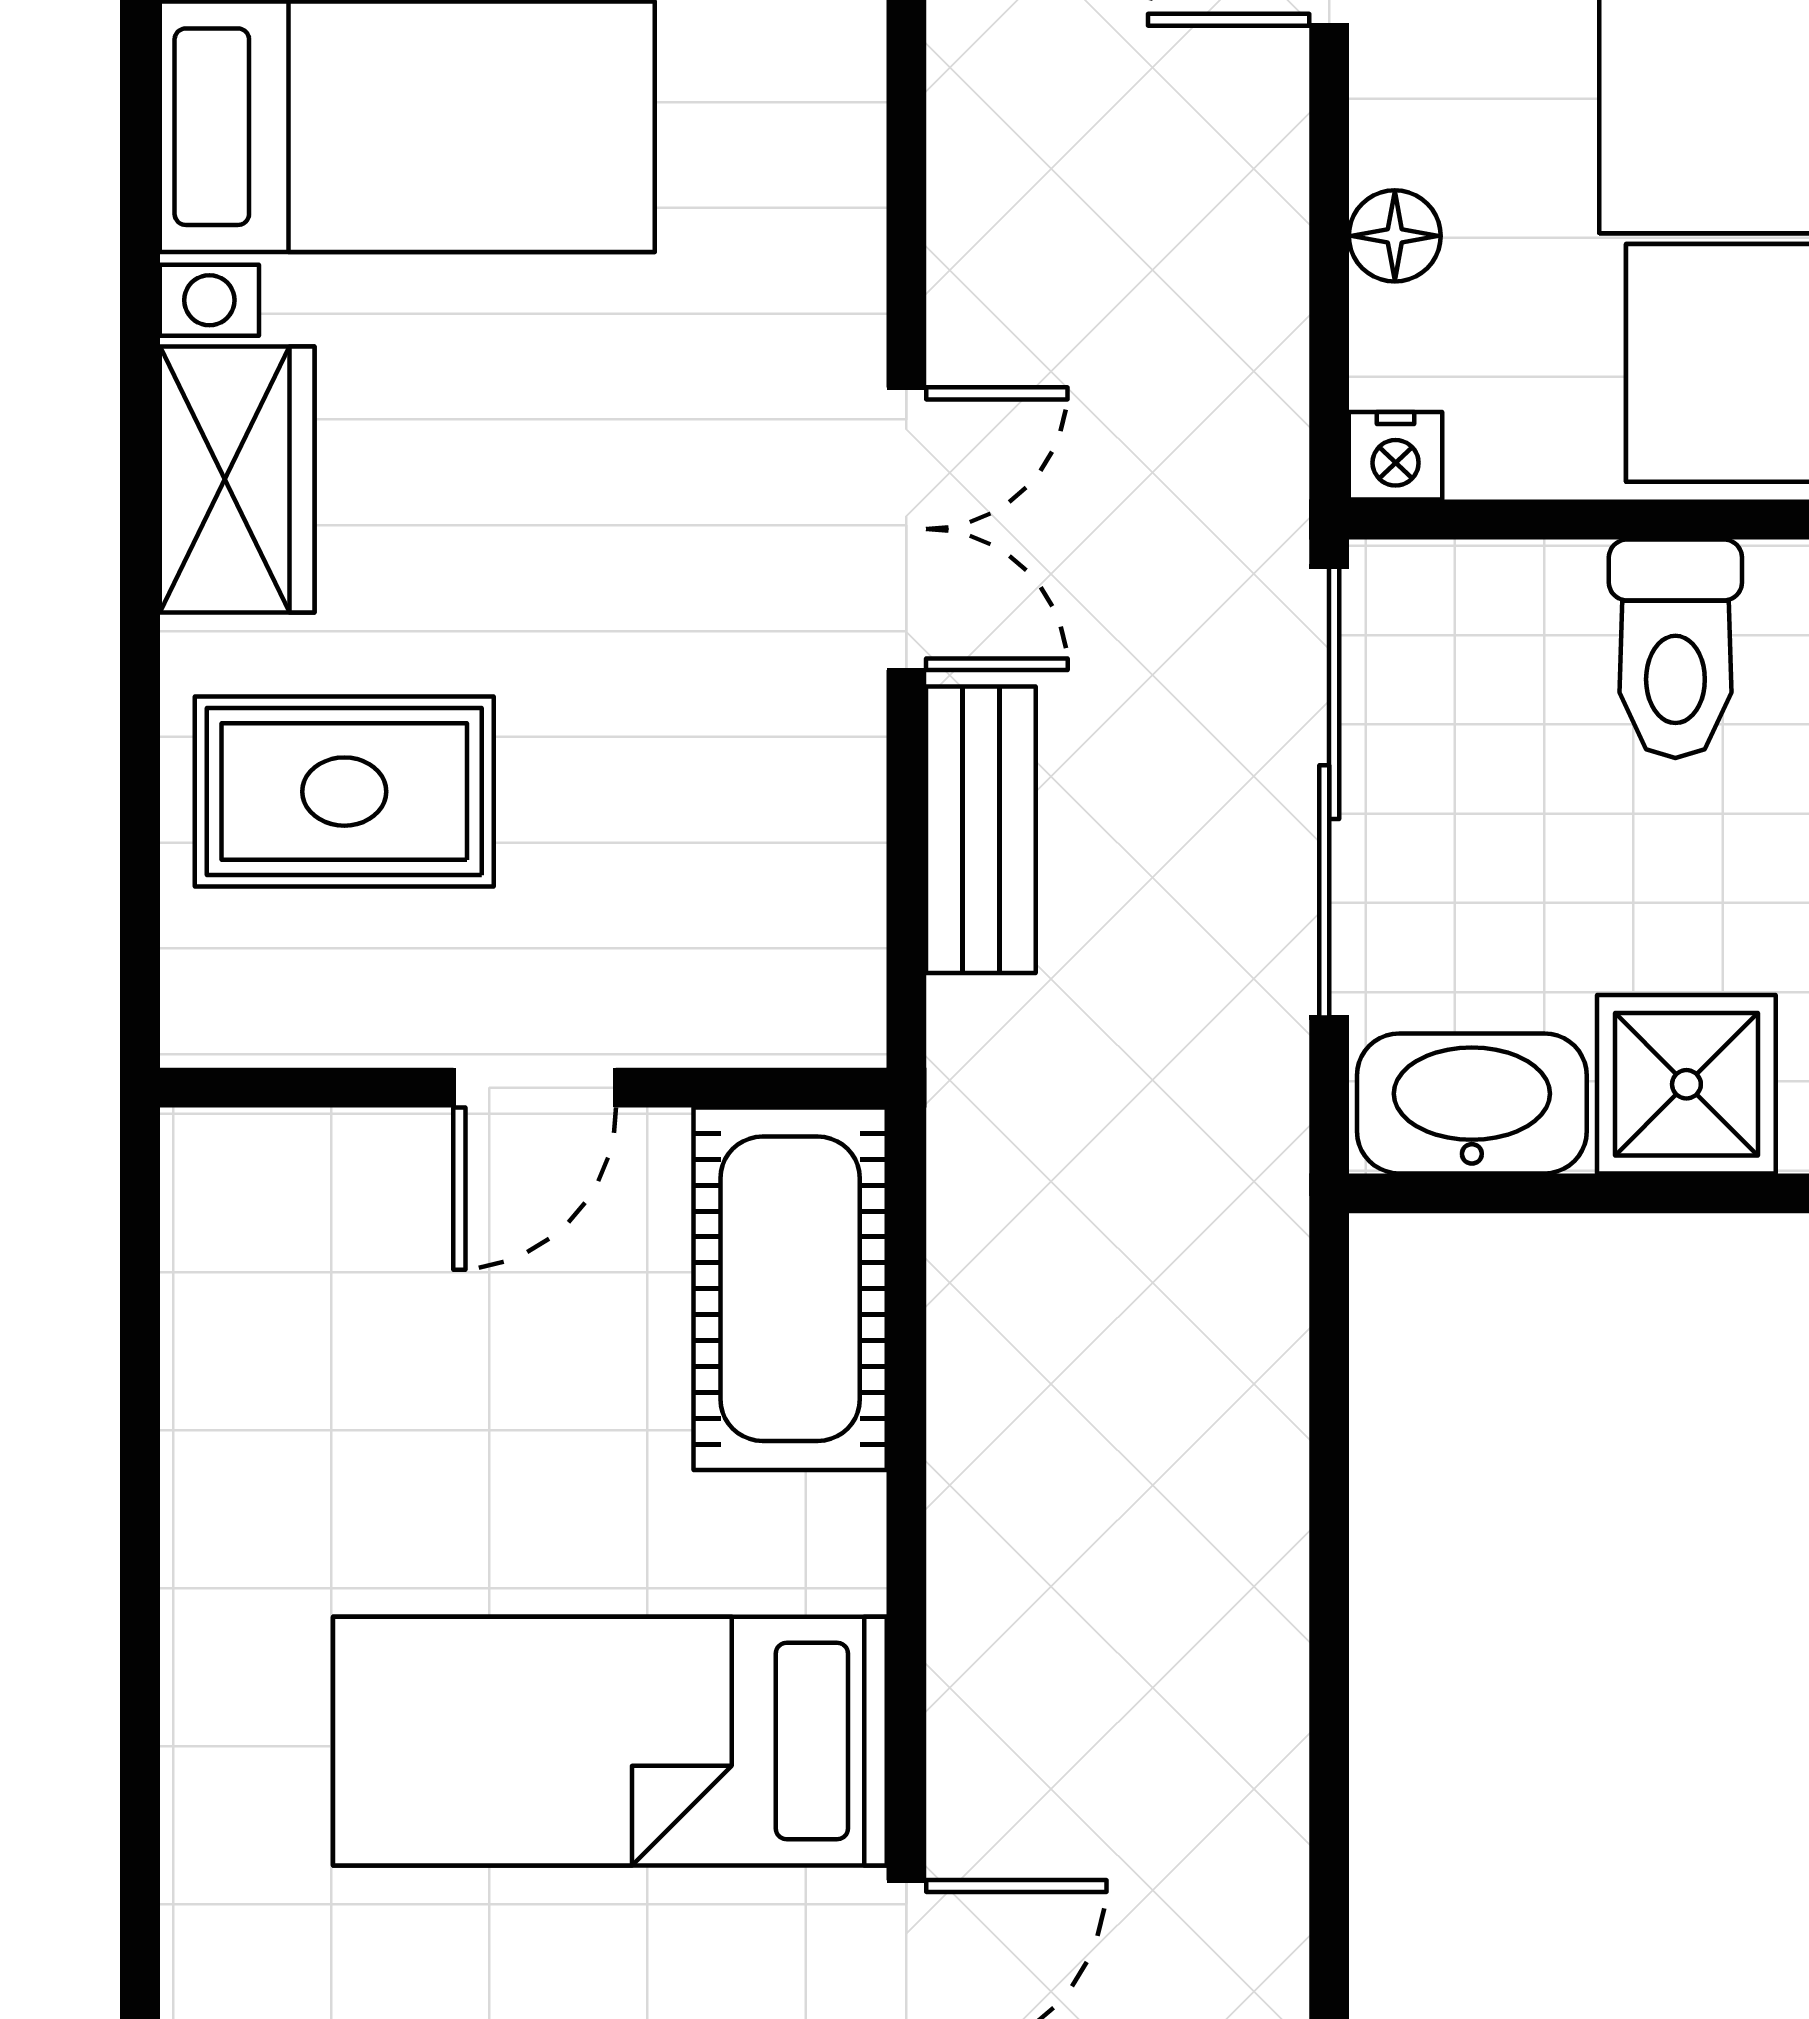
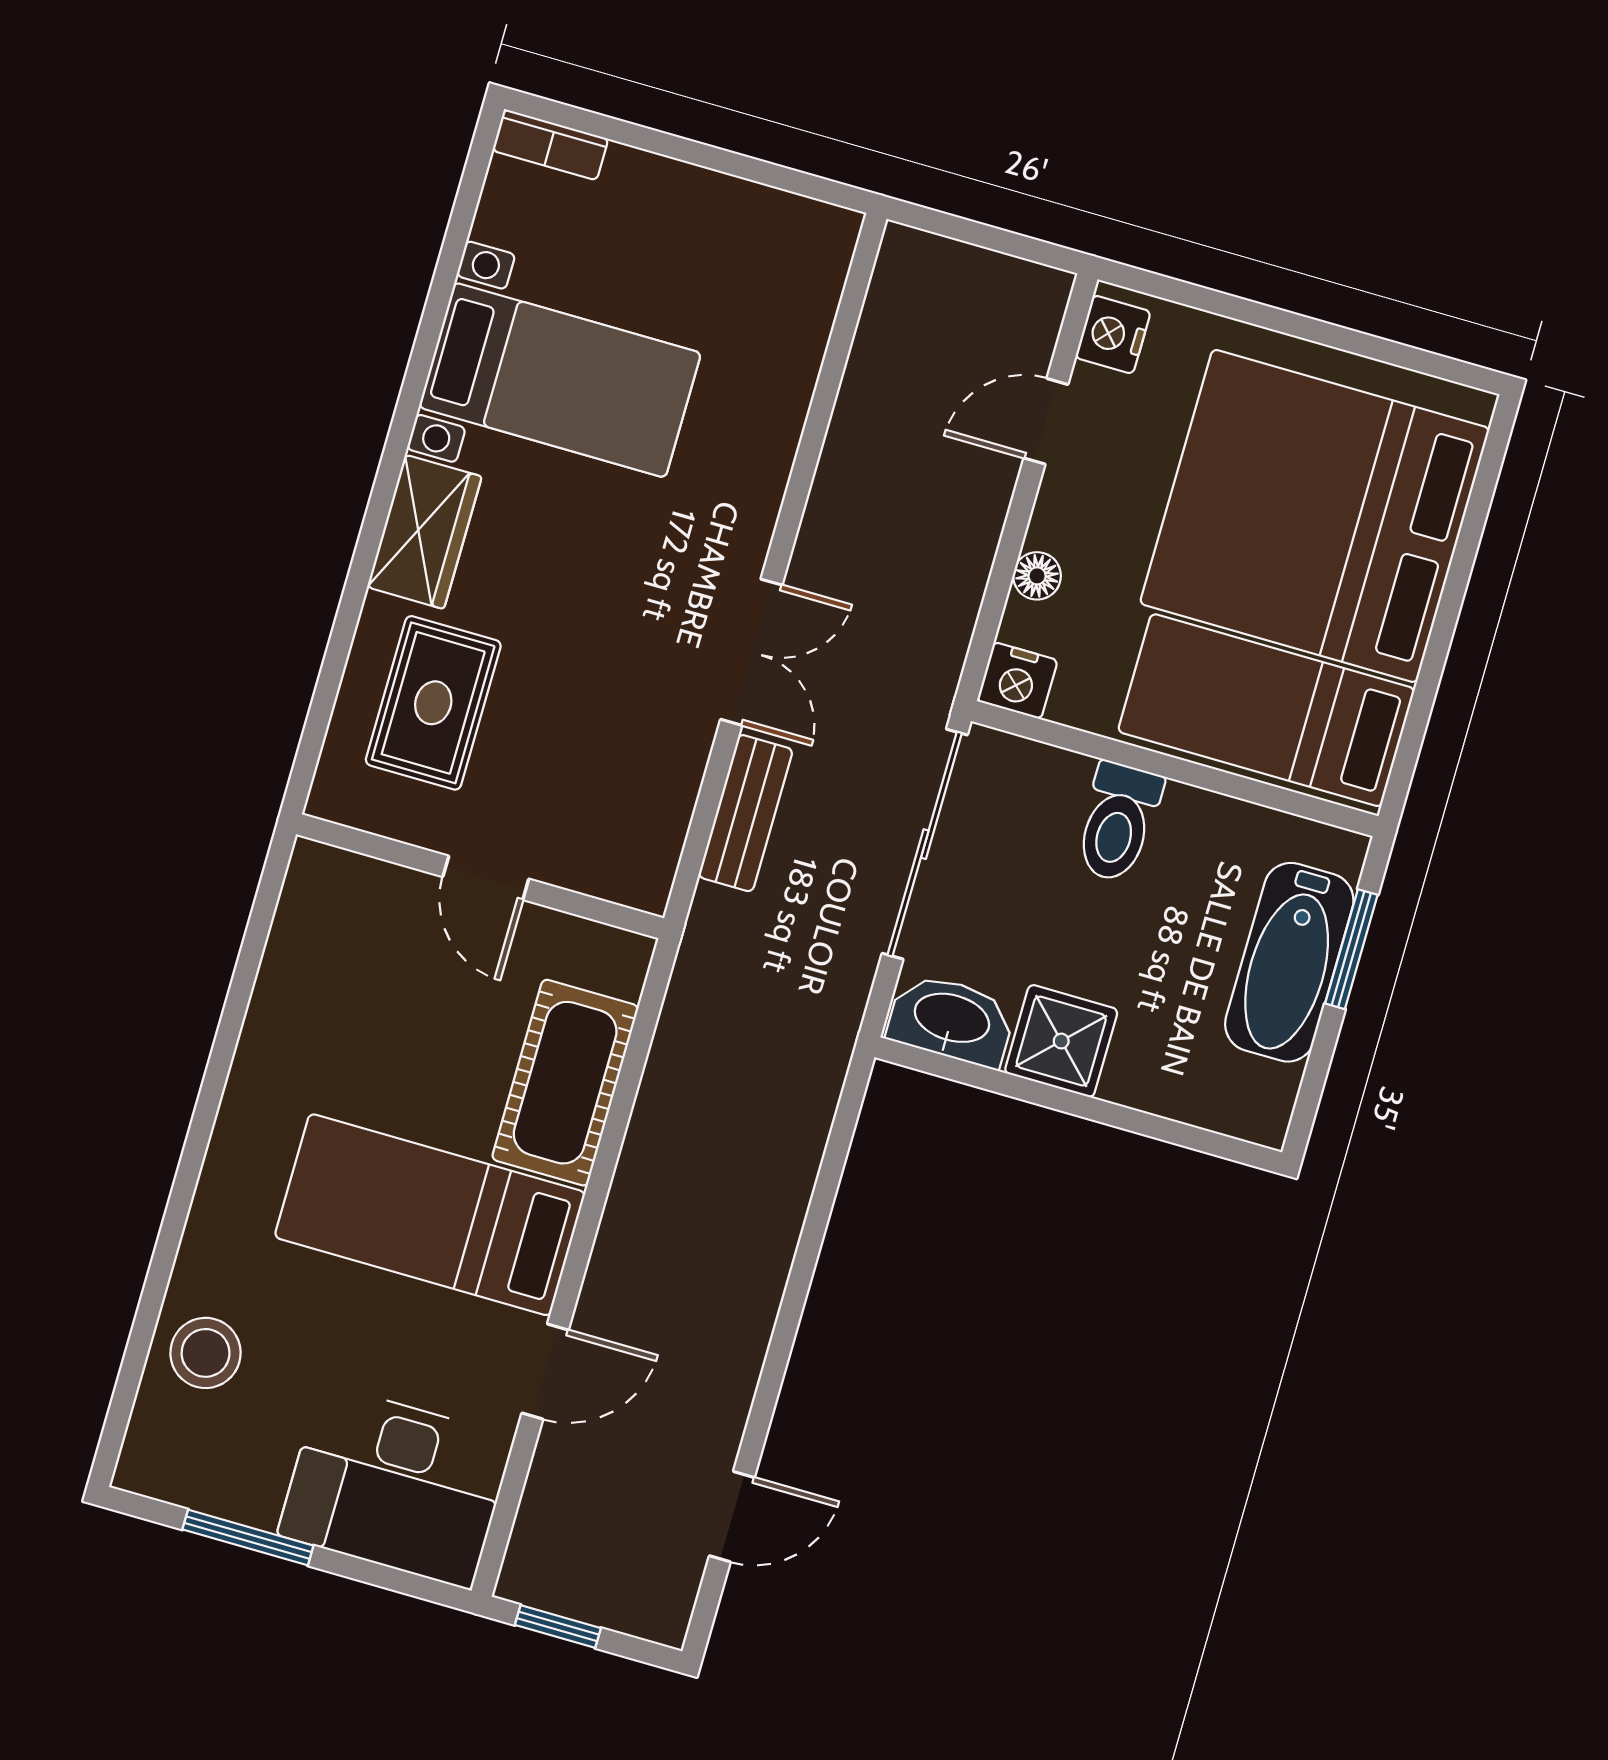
nightstand: (1396, 456) -> (1017, 681), width x1.39, depth x1.35
rug: (344, 792) -> (433, 703), turned 90
door: (535, 1088) -> (486, 878), hinge flipped
cot: (790, 1289) -> (565, 1083), moved

